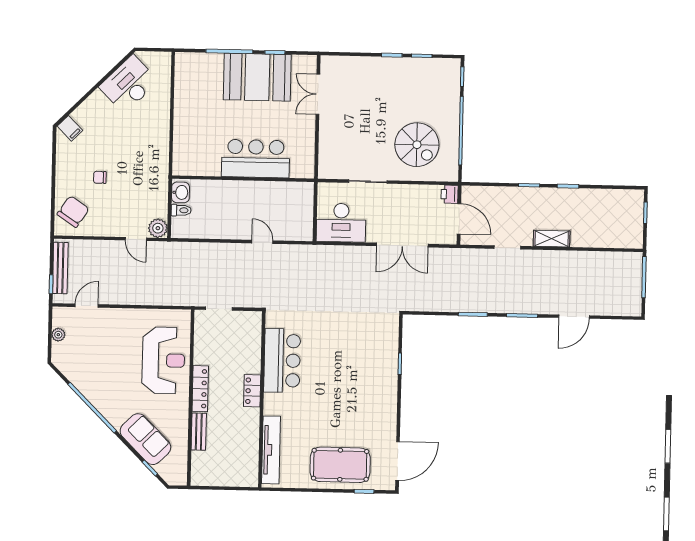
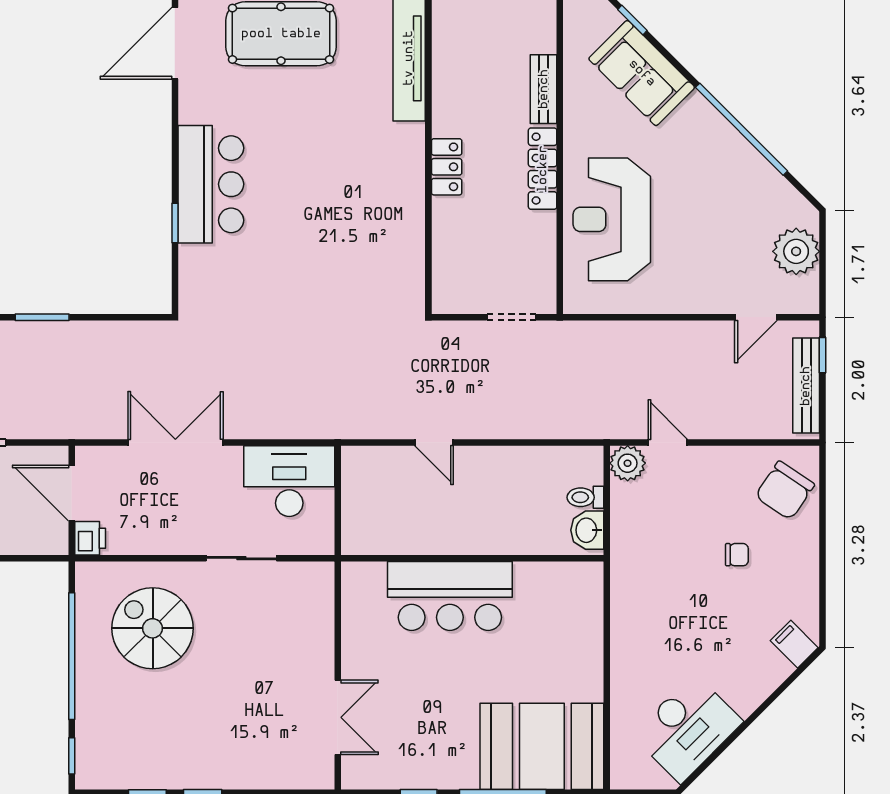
booth: (257, 77) -> (542, 746), moved
plant: (58, 335) -> (796, 251), width x1.88, depth x1.88
bar counter: (282, 361) -> (211, 184), moved, turned 180

